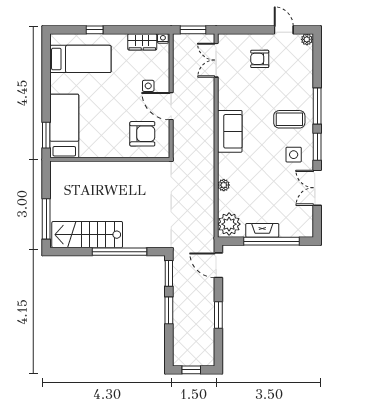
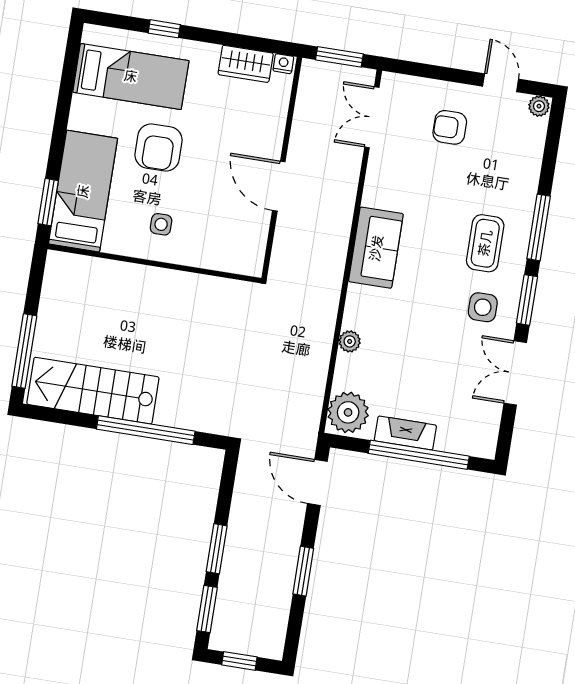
side table: (148, 86) -> (161, 224), moved
coffee table: (289, 119) -> (485, 243), turned 90
armchair: (142, 134) -> (159, 147), moved, turned 90
window: (169, 273) -> (207, 609), moved

